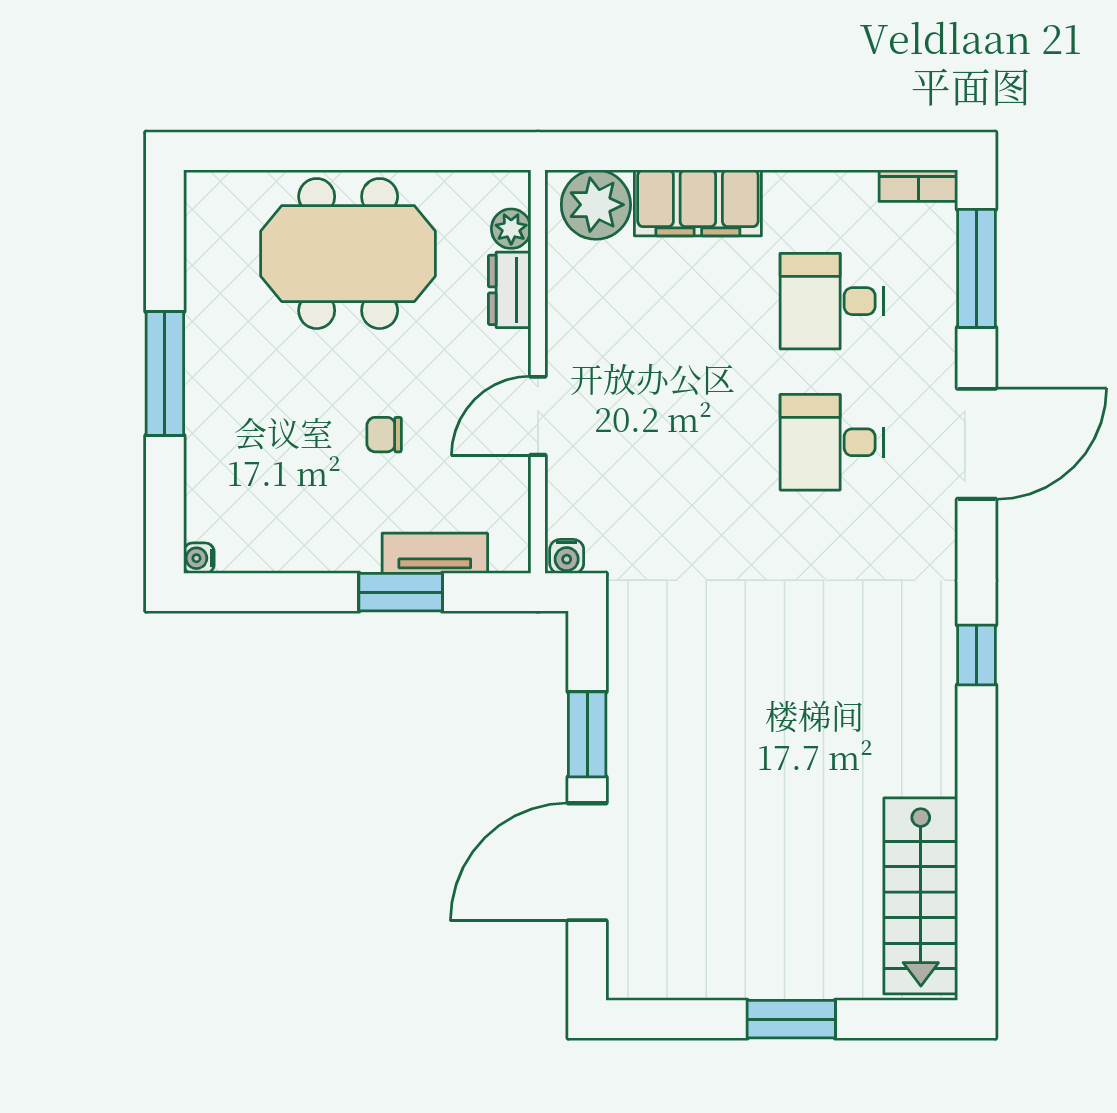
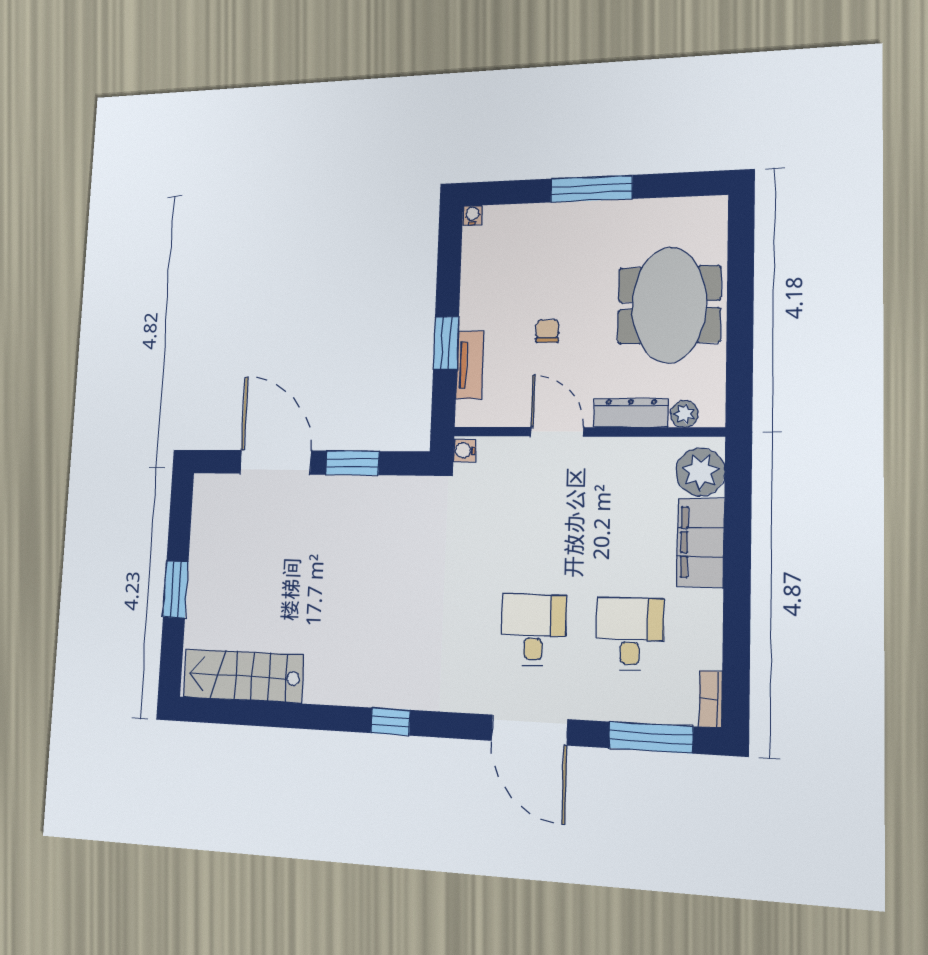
dresser: (510, 290) -> (631, 413), width x1.44

